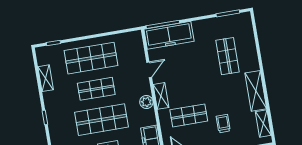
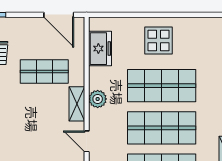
door: (149, 70) -> (87, 141), hinge flipped
shop shelf: (96, 89) -> (162, 128), width x1.43, depth x1.36

